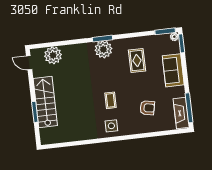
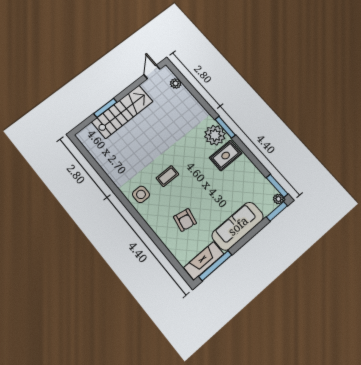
plant: (53, 55) -> (176, 83), width x0.53, depth x0.53
rug: (137, 60) -> (226, 156), moved
sofa: (173, 70) -> (238, 226), width x1.36

